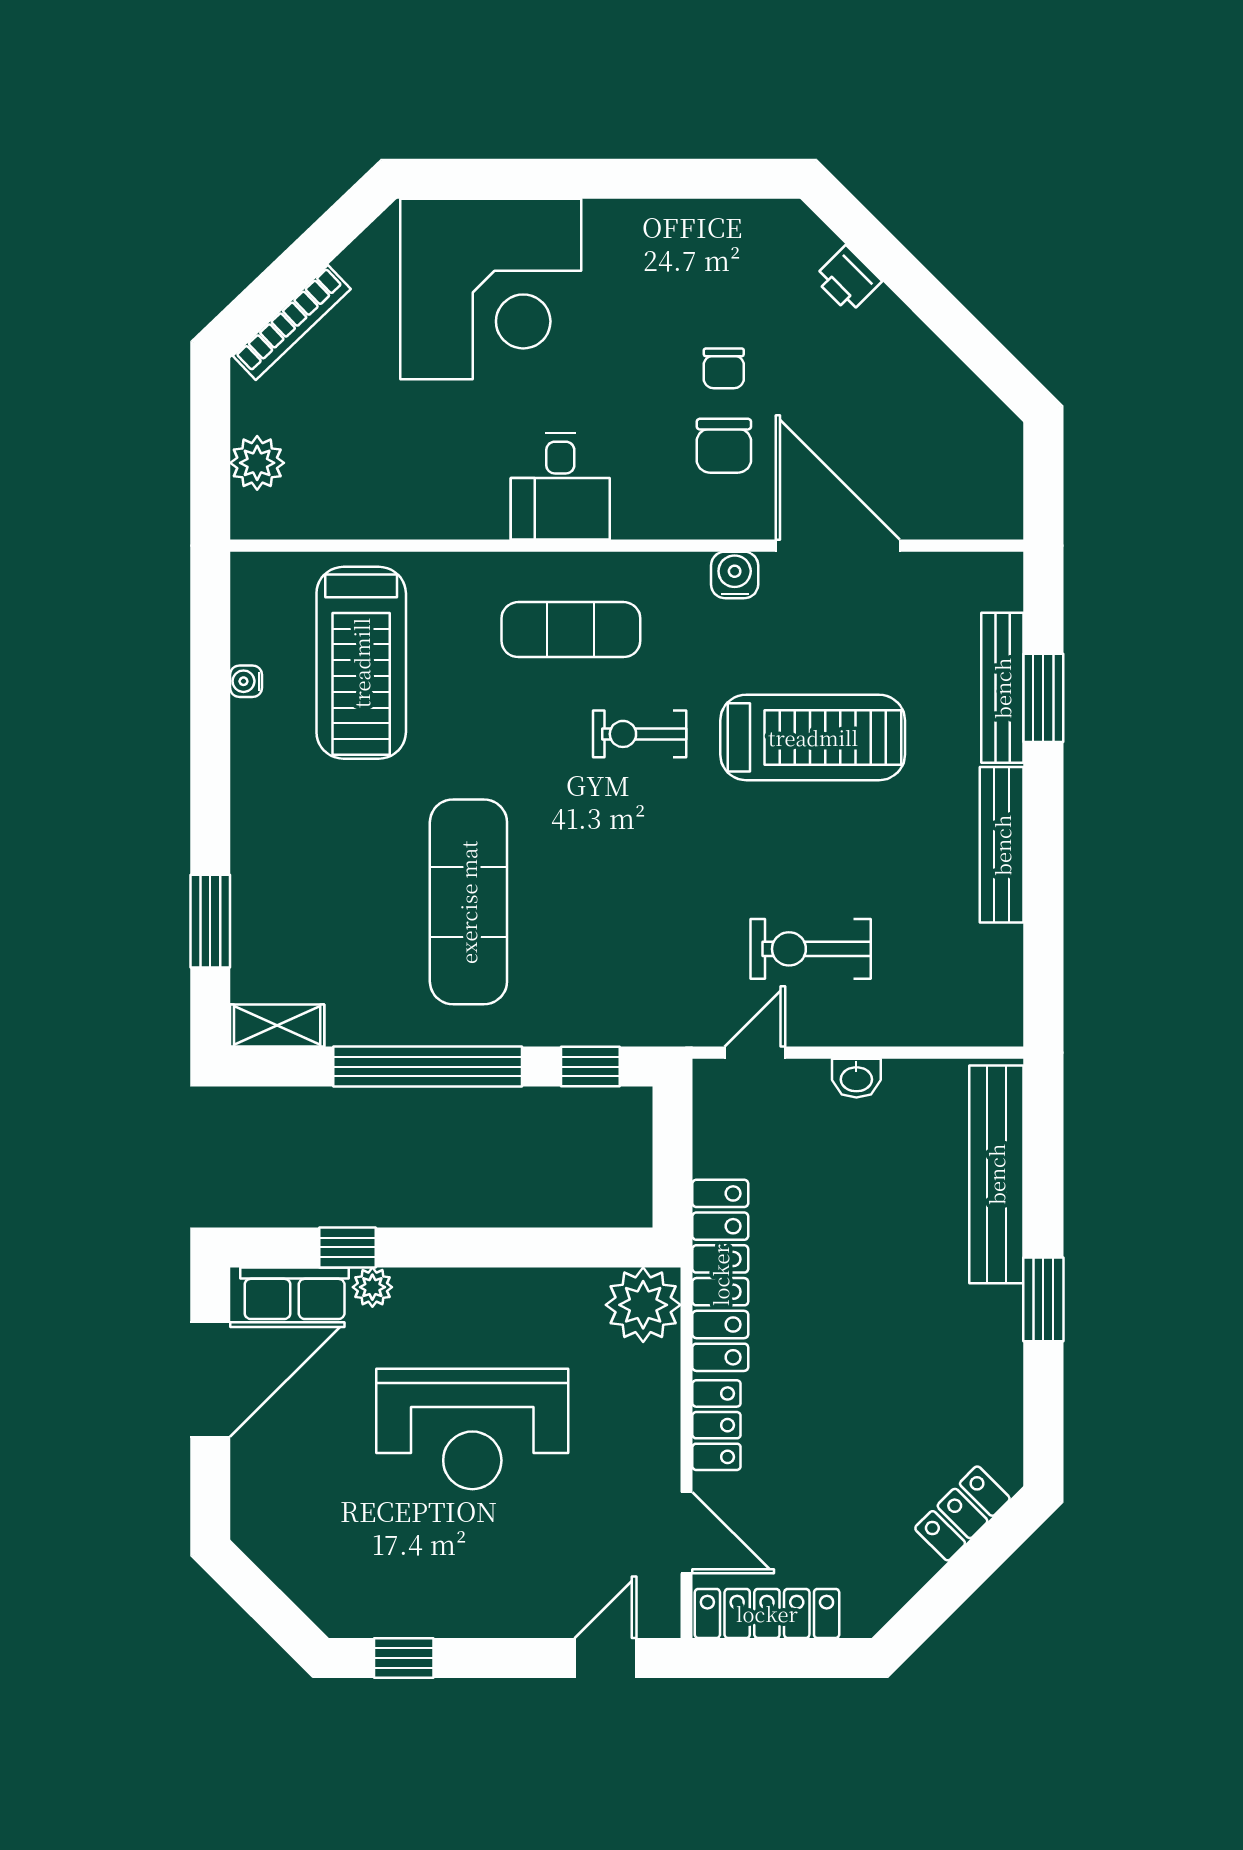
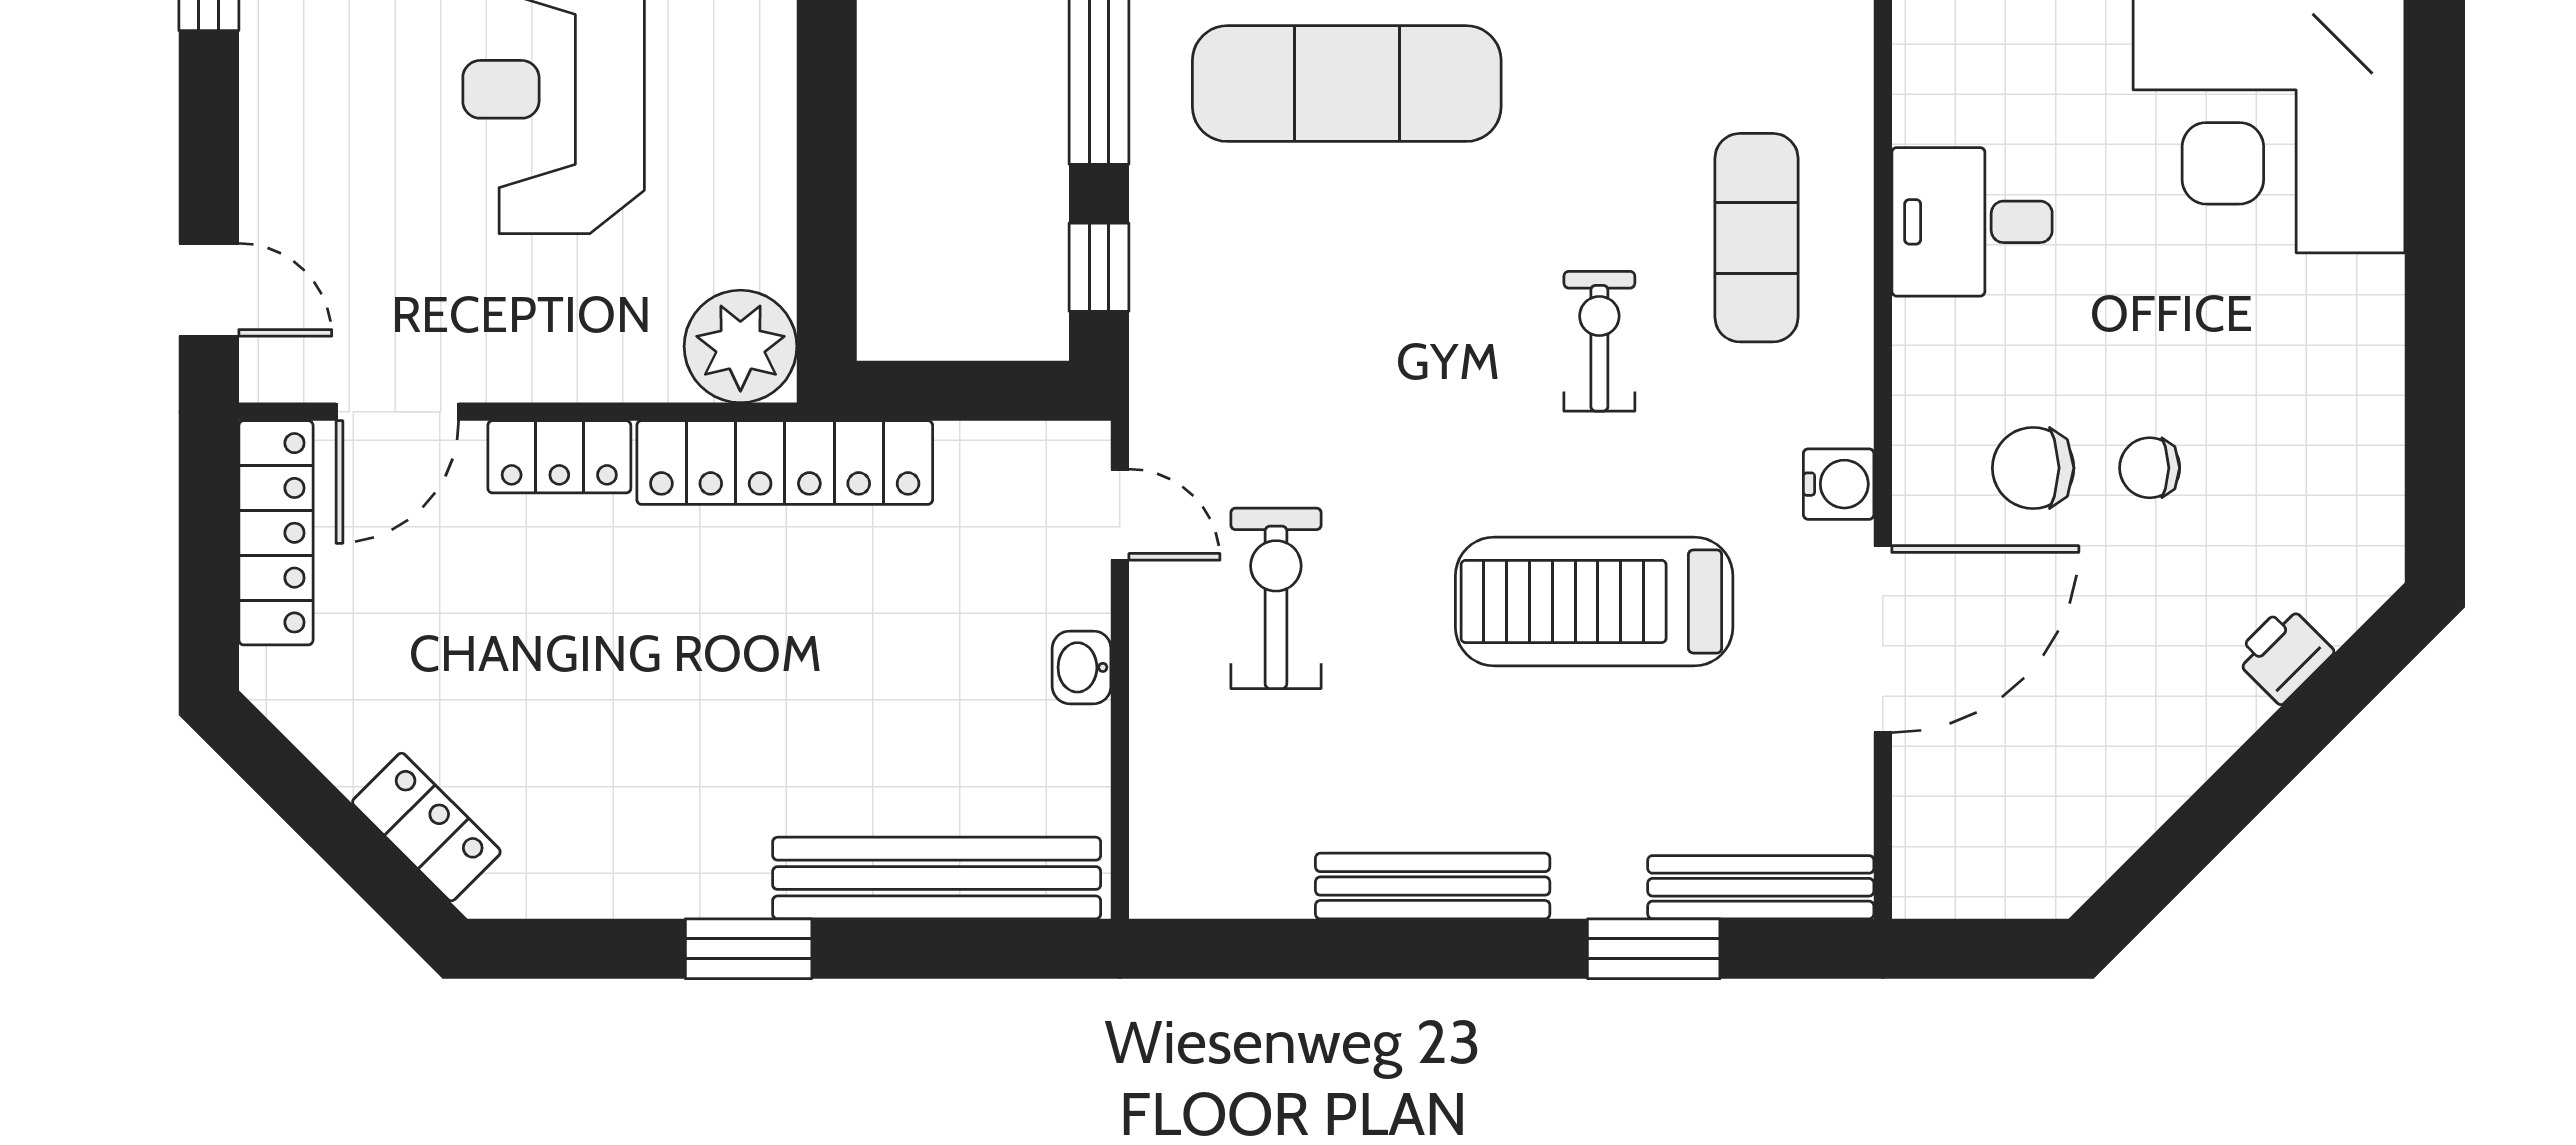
bench: (1002, 688) -> (1761, 887), moved
treadmill: (813, 737) -> (1594, 601), turned 90

